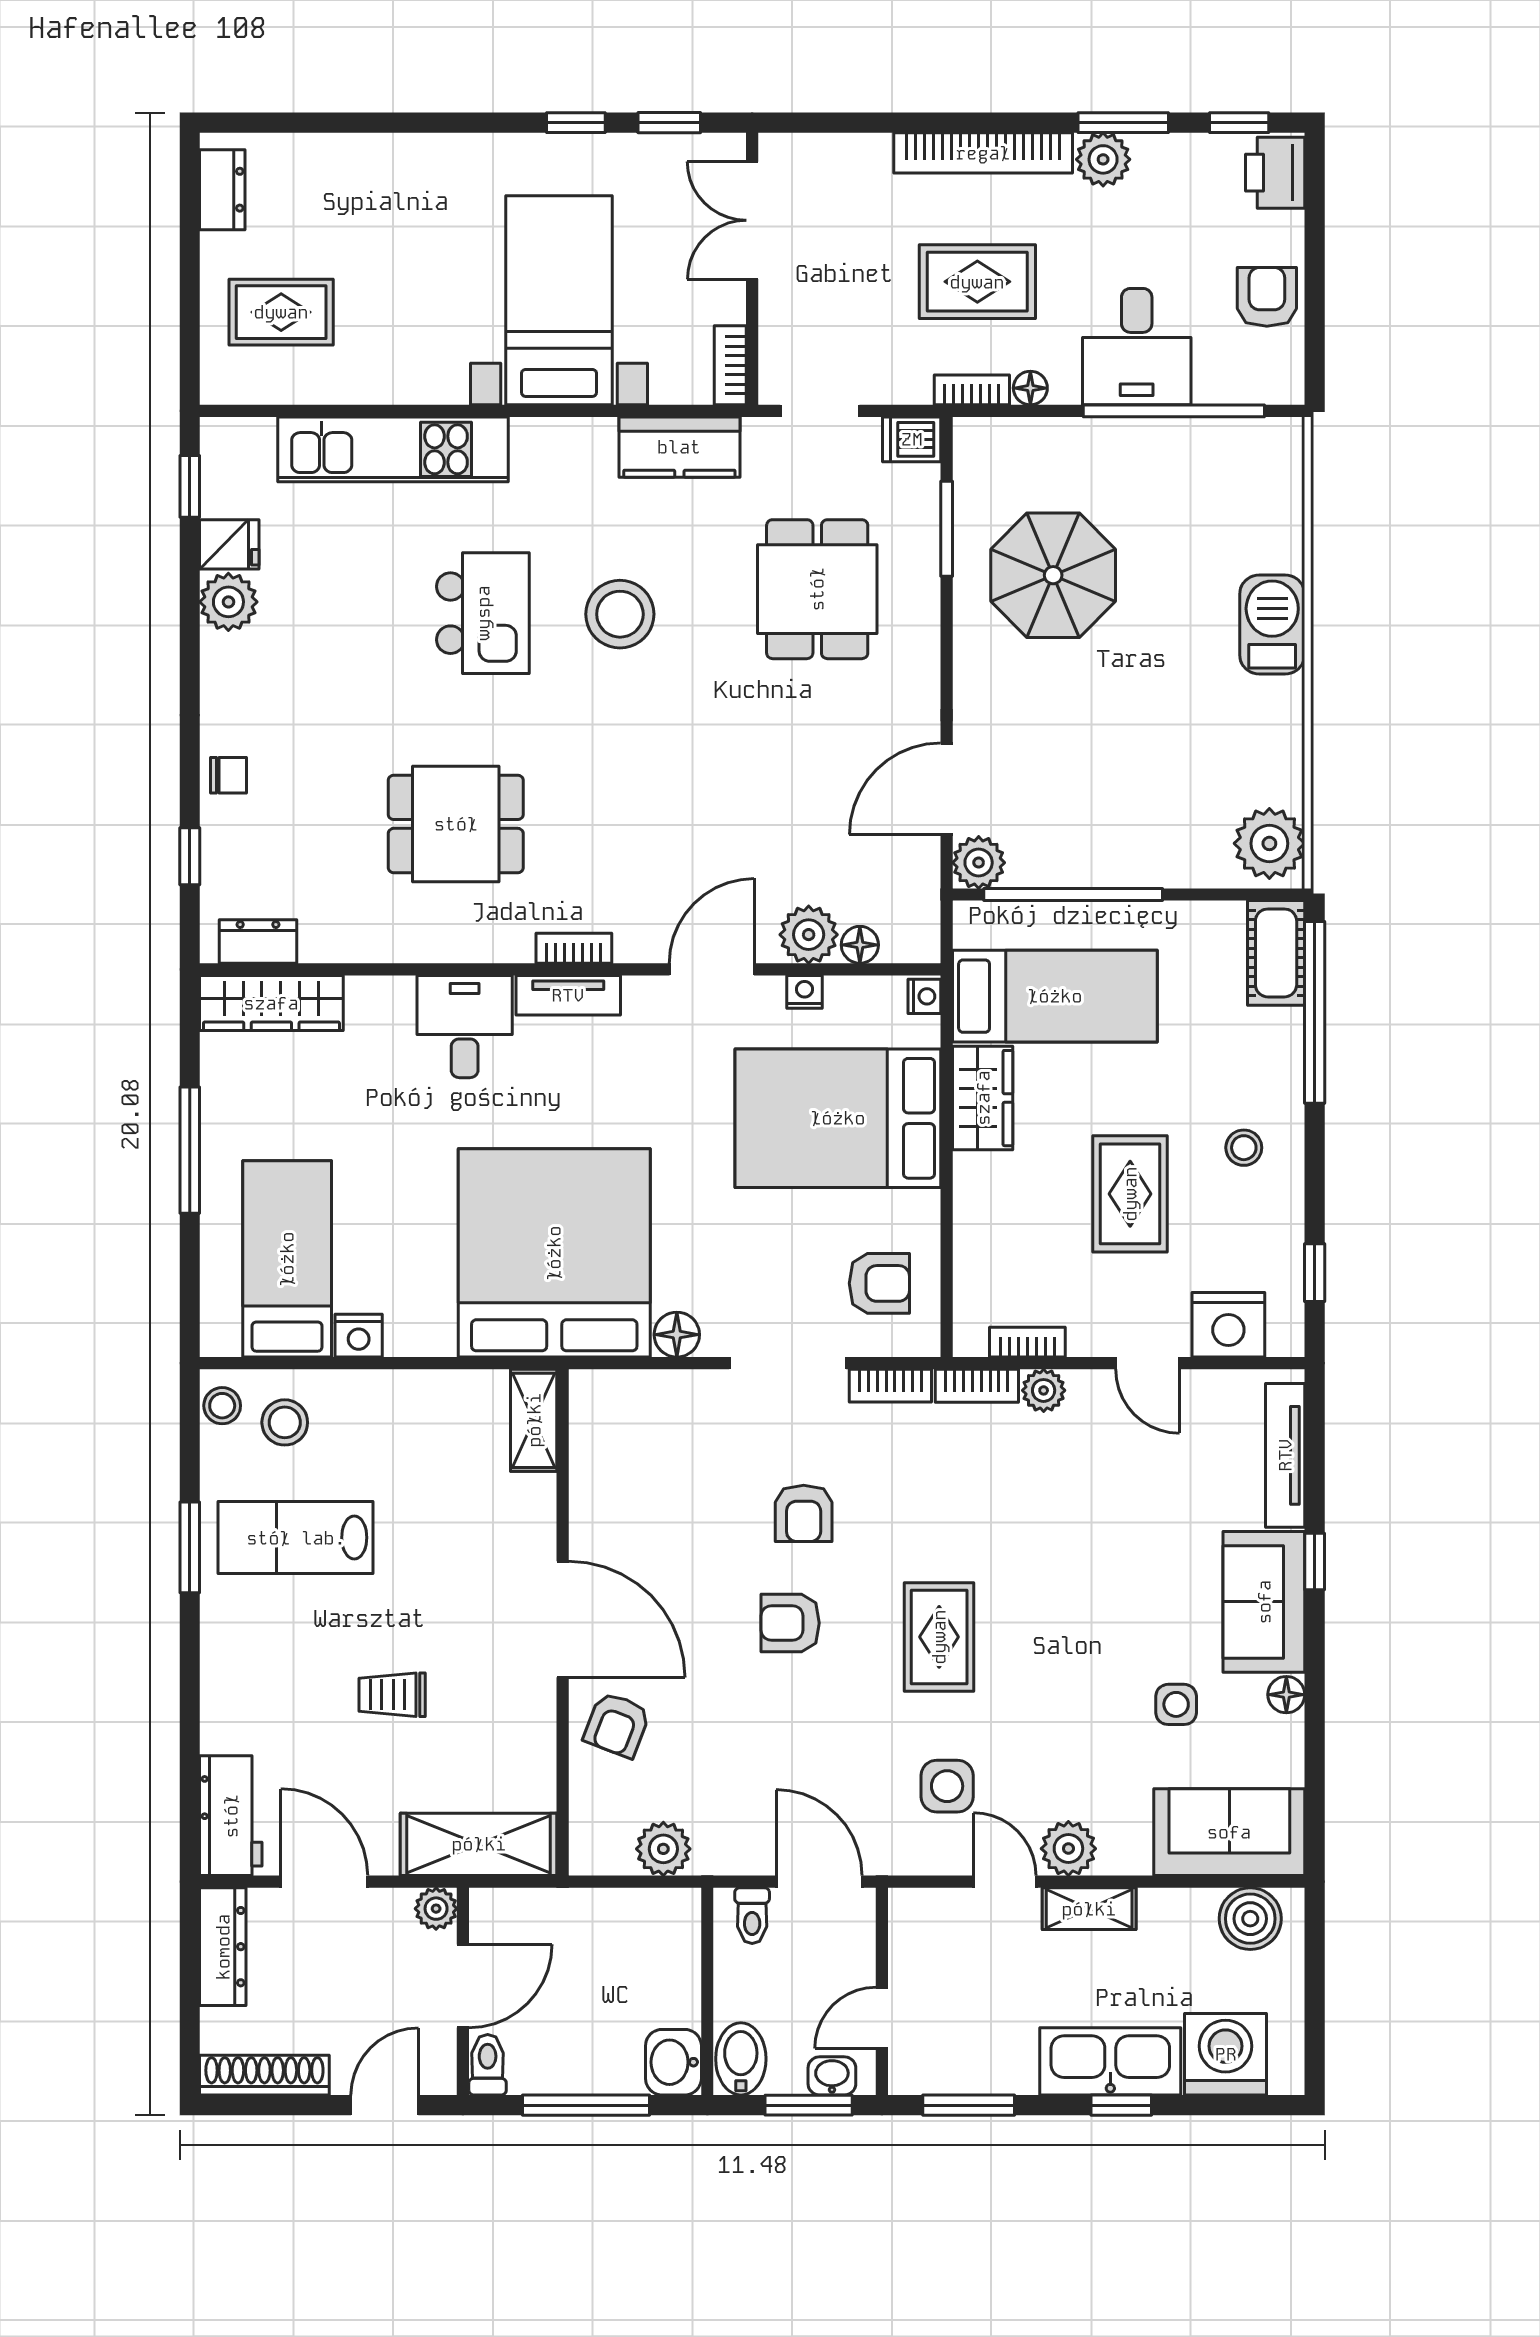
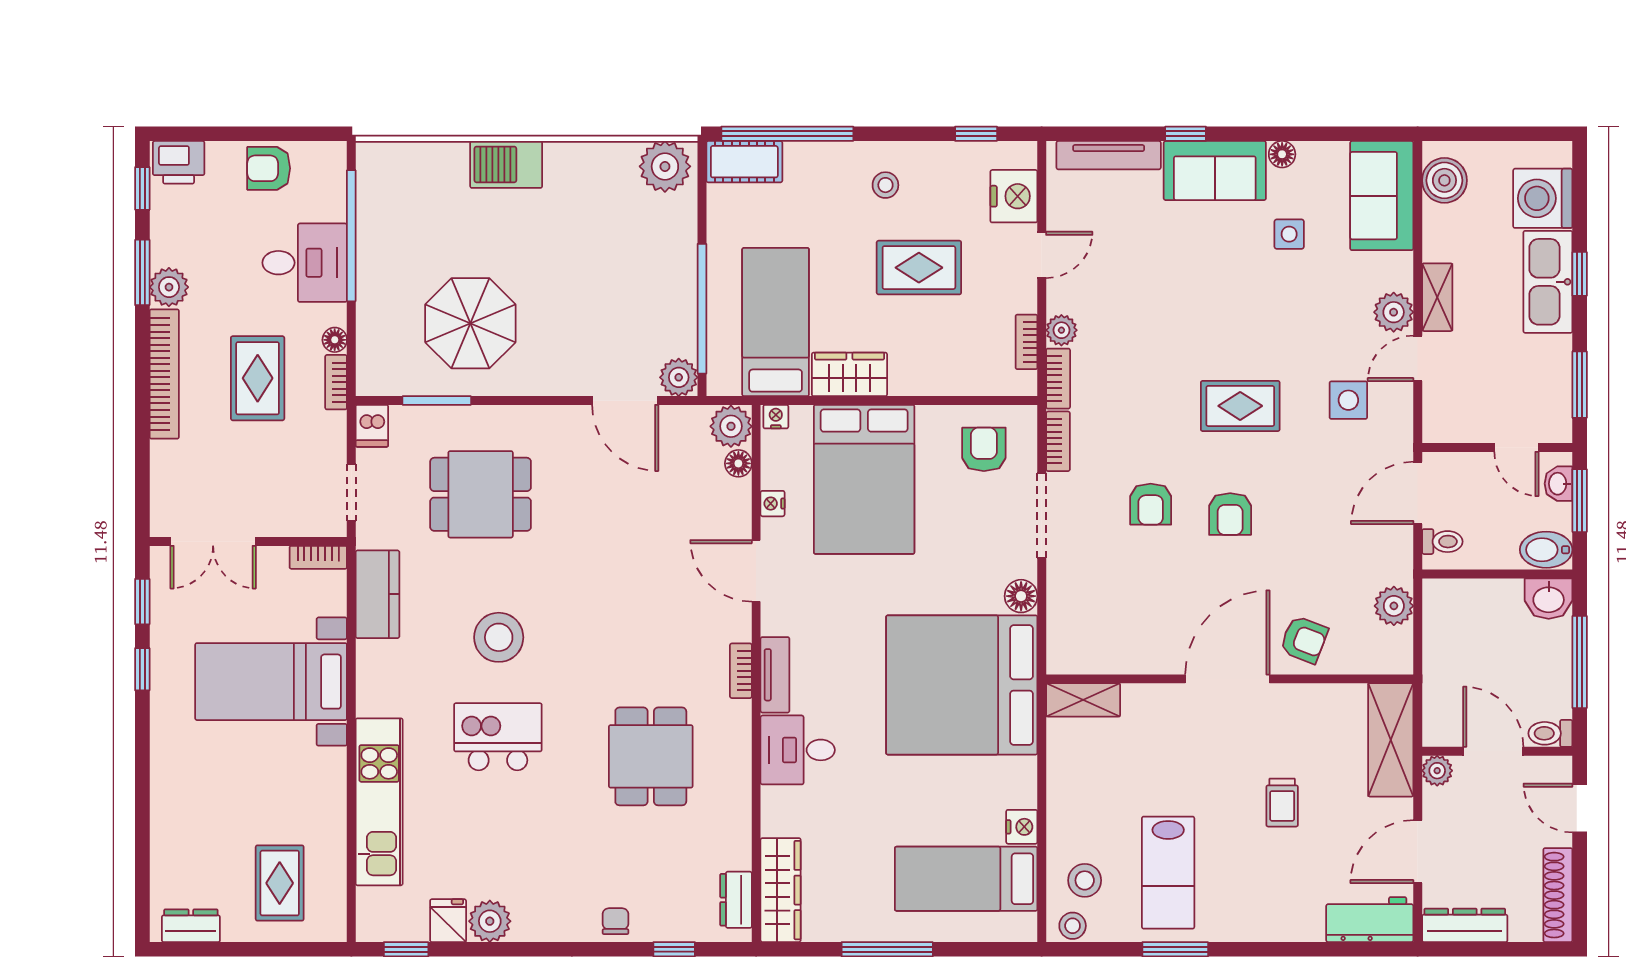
plant: (809, 935) -> (731, 426), moved
armchair: (804, 1513) -> (1151, 504), turned 90

